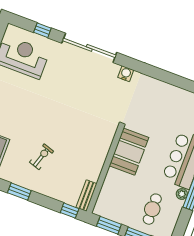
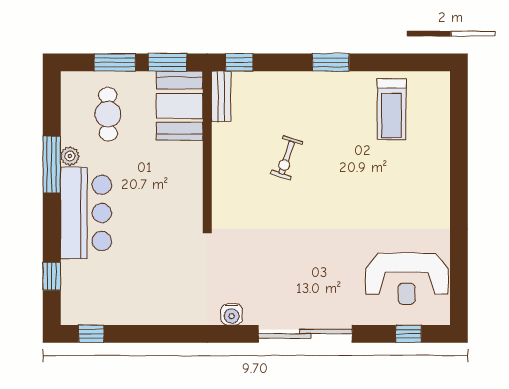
window: (42, 30) -> (409, 334), moved
booth: (129, 152) -> (180, 106), moved
exercise bike: (42, 157) -> (287, 158), moved

